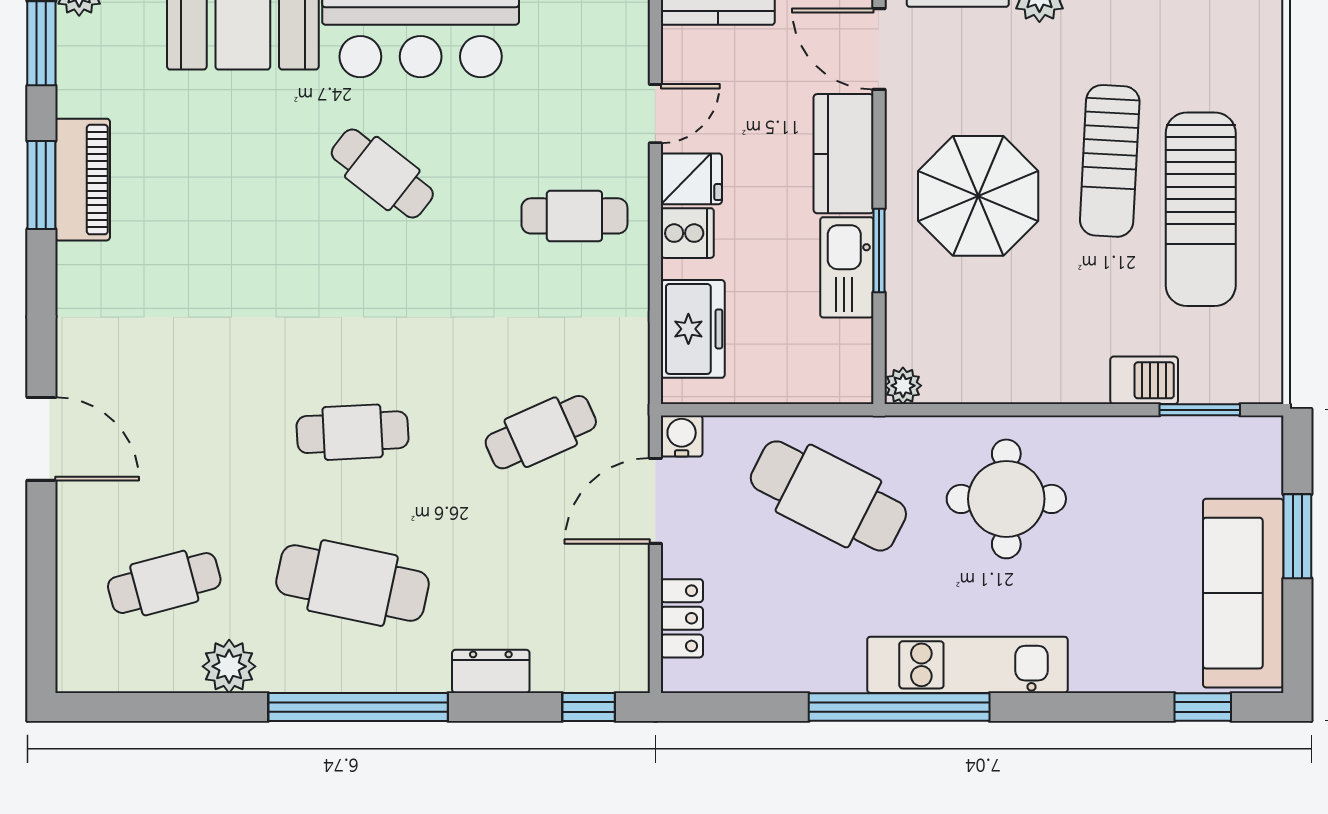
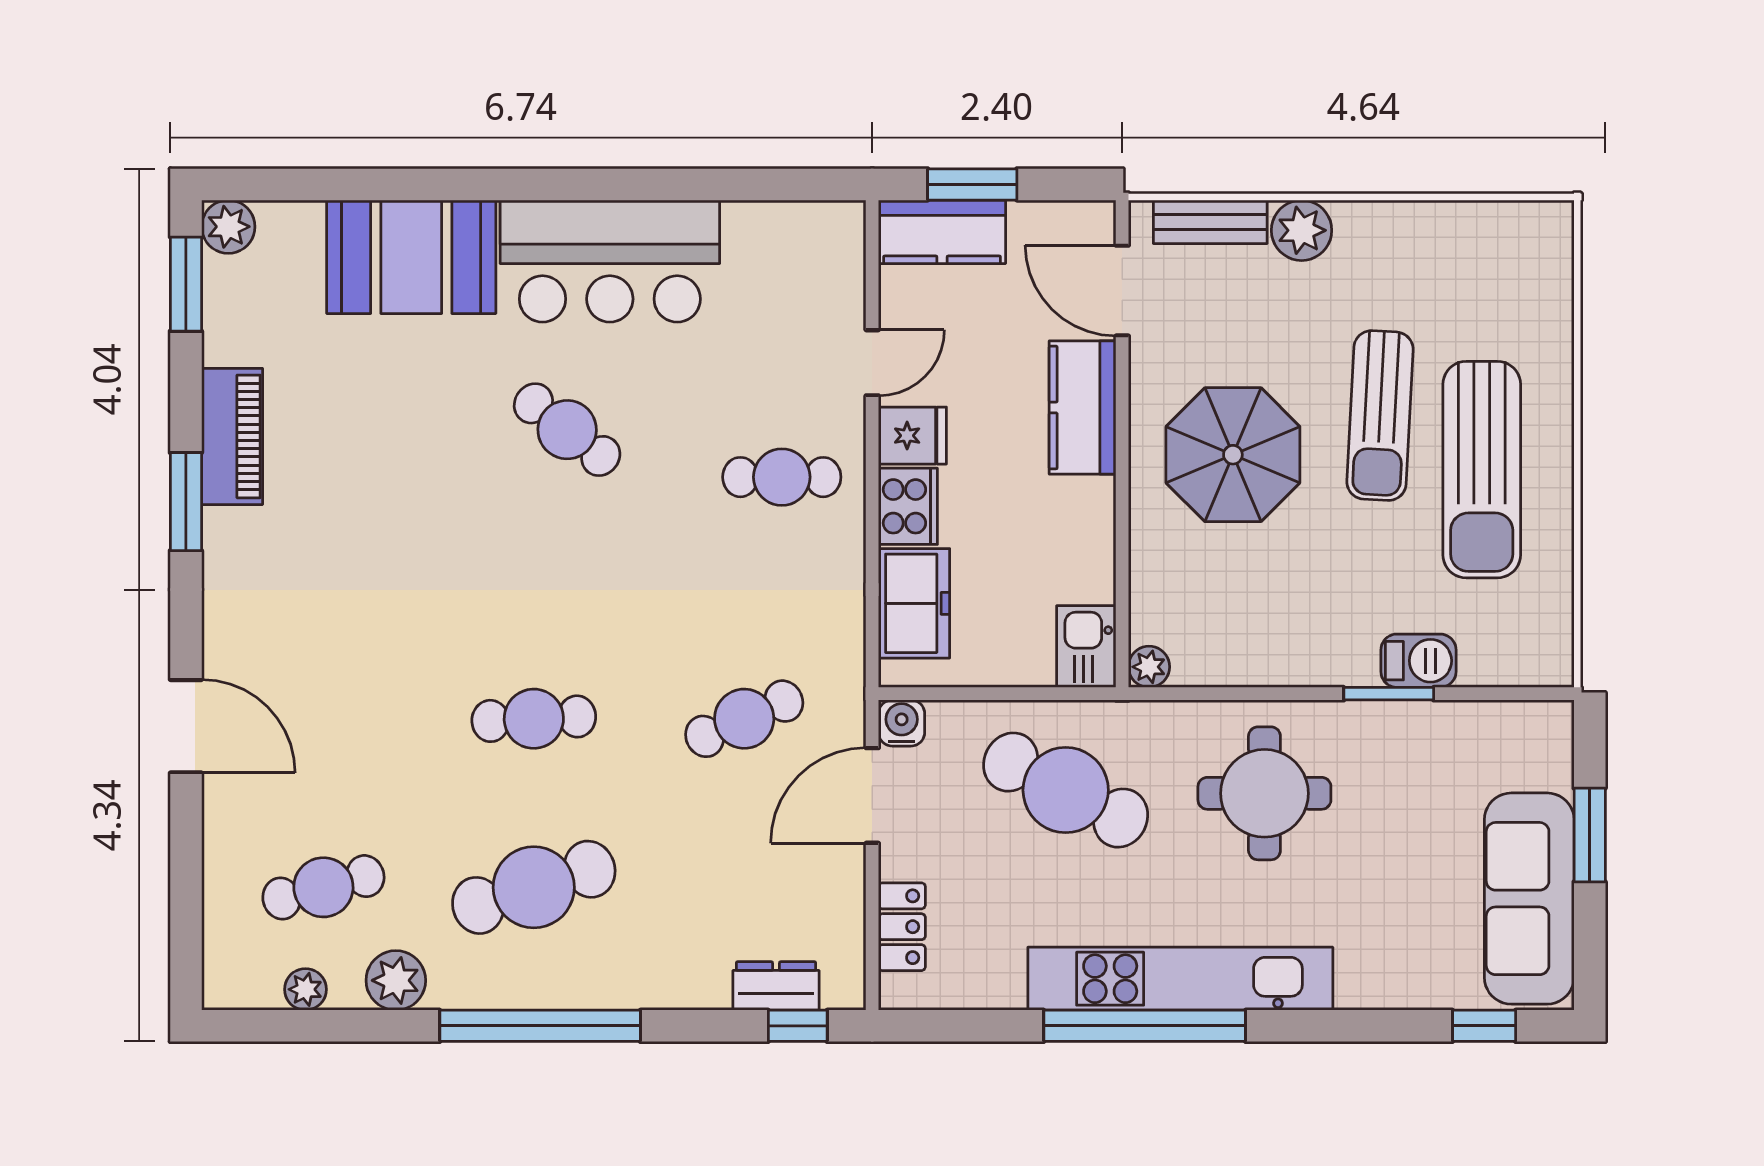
window: (41, 185) -> (186, 502), moved
cooker: (687, 233) -> (908, 506), width x1.36
window: (879, 250) -> (1122, 516), removed
kitchen sink: (847, 267) -> (1086, 647), moved, width x0.73
window: (1200, 410) -> (1389, 694), moved
cafe table: (353, 583) -> (534, 887), turned -30
kitchen unit: (967, 665) -> (1180, 979), width x1.36
dresser: (491, 671) -> (776, 986), moved
plant: (148, 674) -> (305, 989), added

